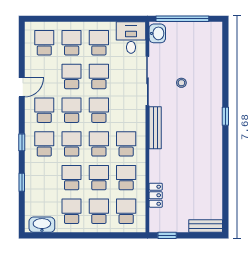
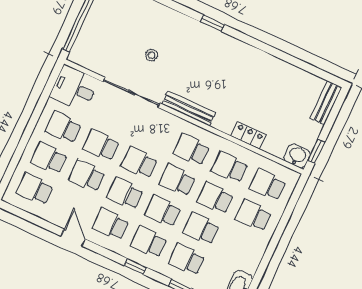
washbasin: (157, 33) -> (297, 156), moved
locker: (156, 195) -> (249, 135), moved
school desk: (72, 211) -> (187, 260), moved

